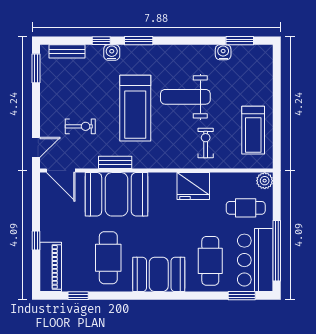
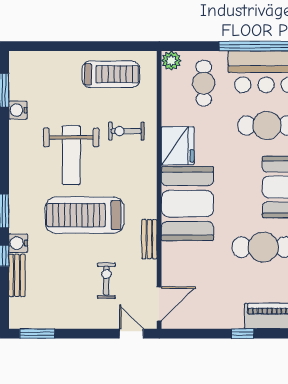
bench: (67, 51) -> (17, 275), moved
treadmill: (135, 108) -> (85, 215), turned 180
booth: (116, 194) -> (187, 204), moved

